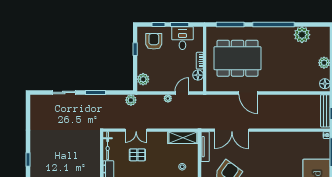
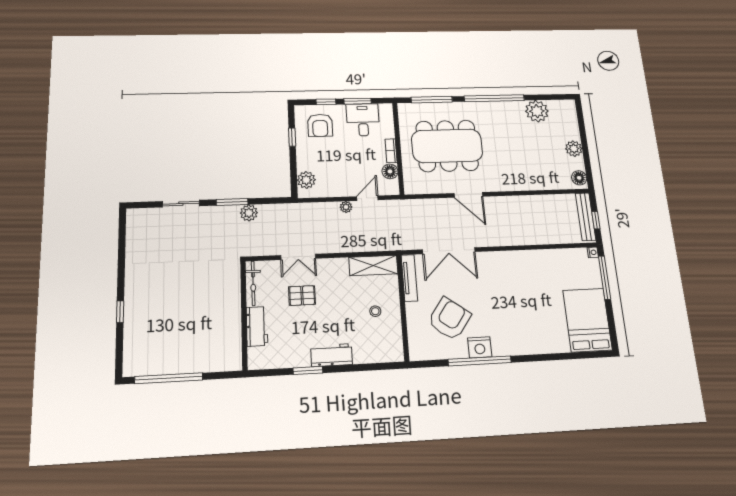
armchair: (154, 41) -> (320, 125), turned 180
plant: (131, 100) -> (249, 213), moved

